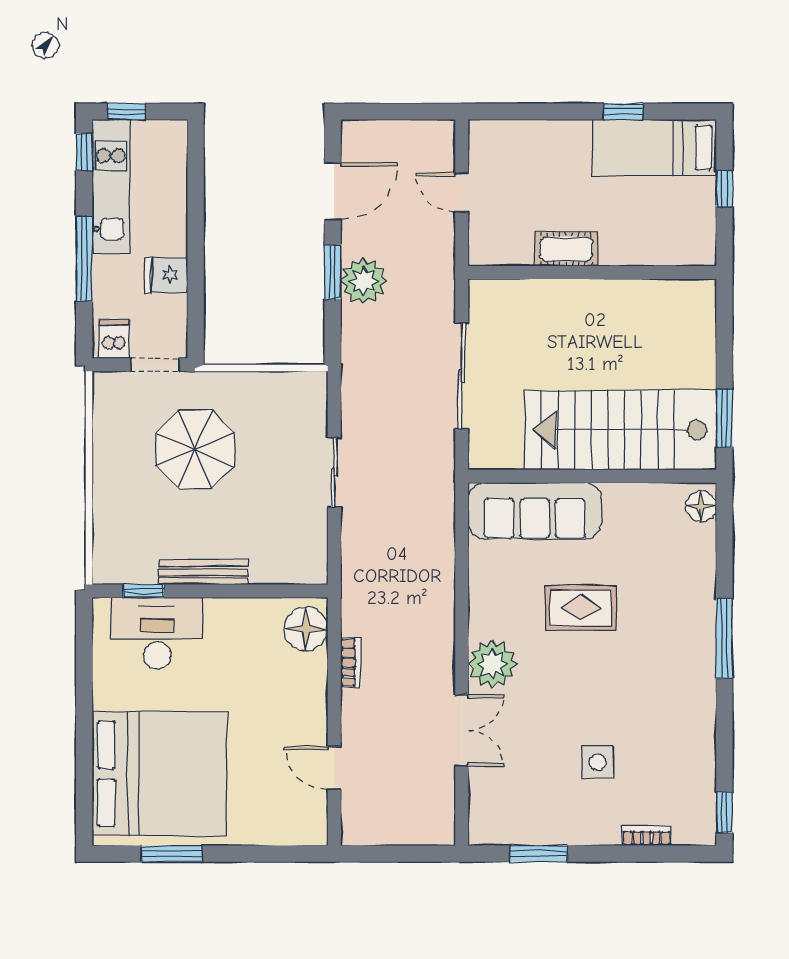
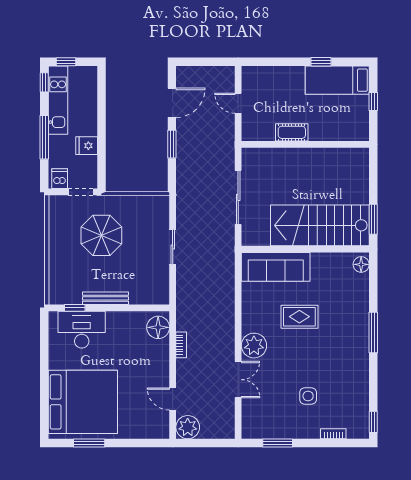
plant: (363, 281) -> (188, 427), moved

